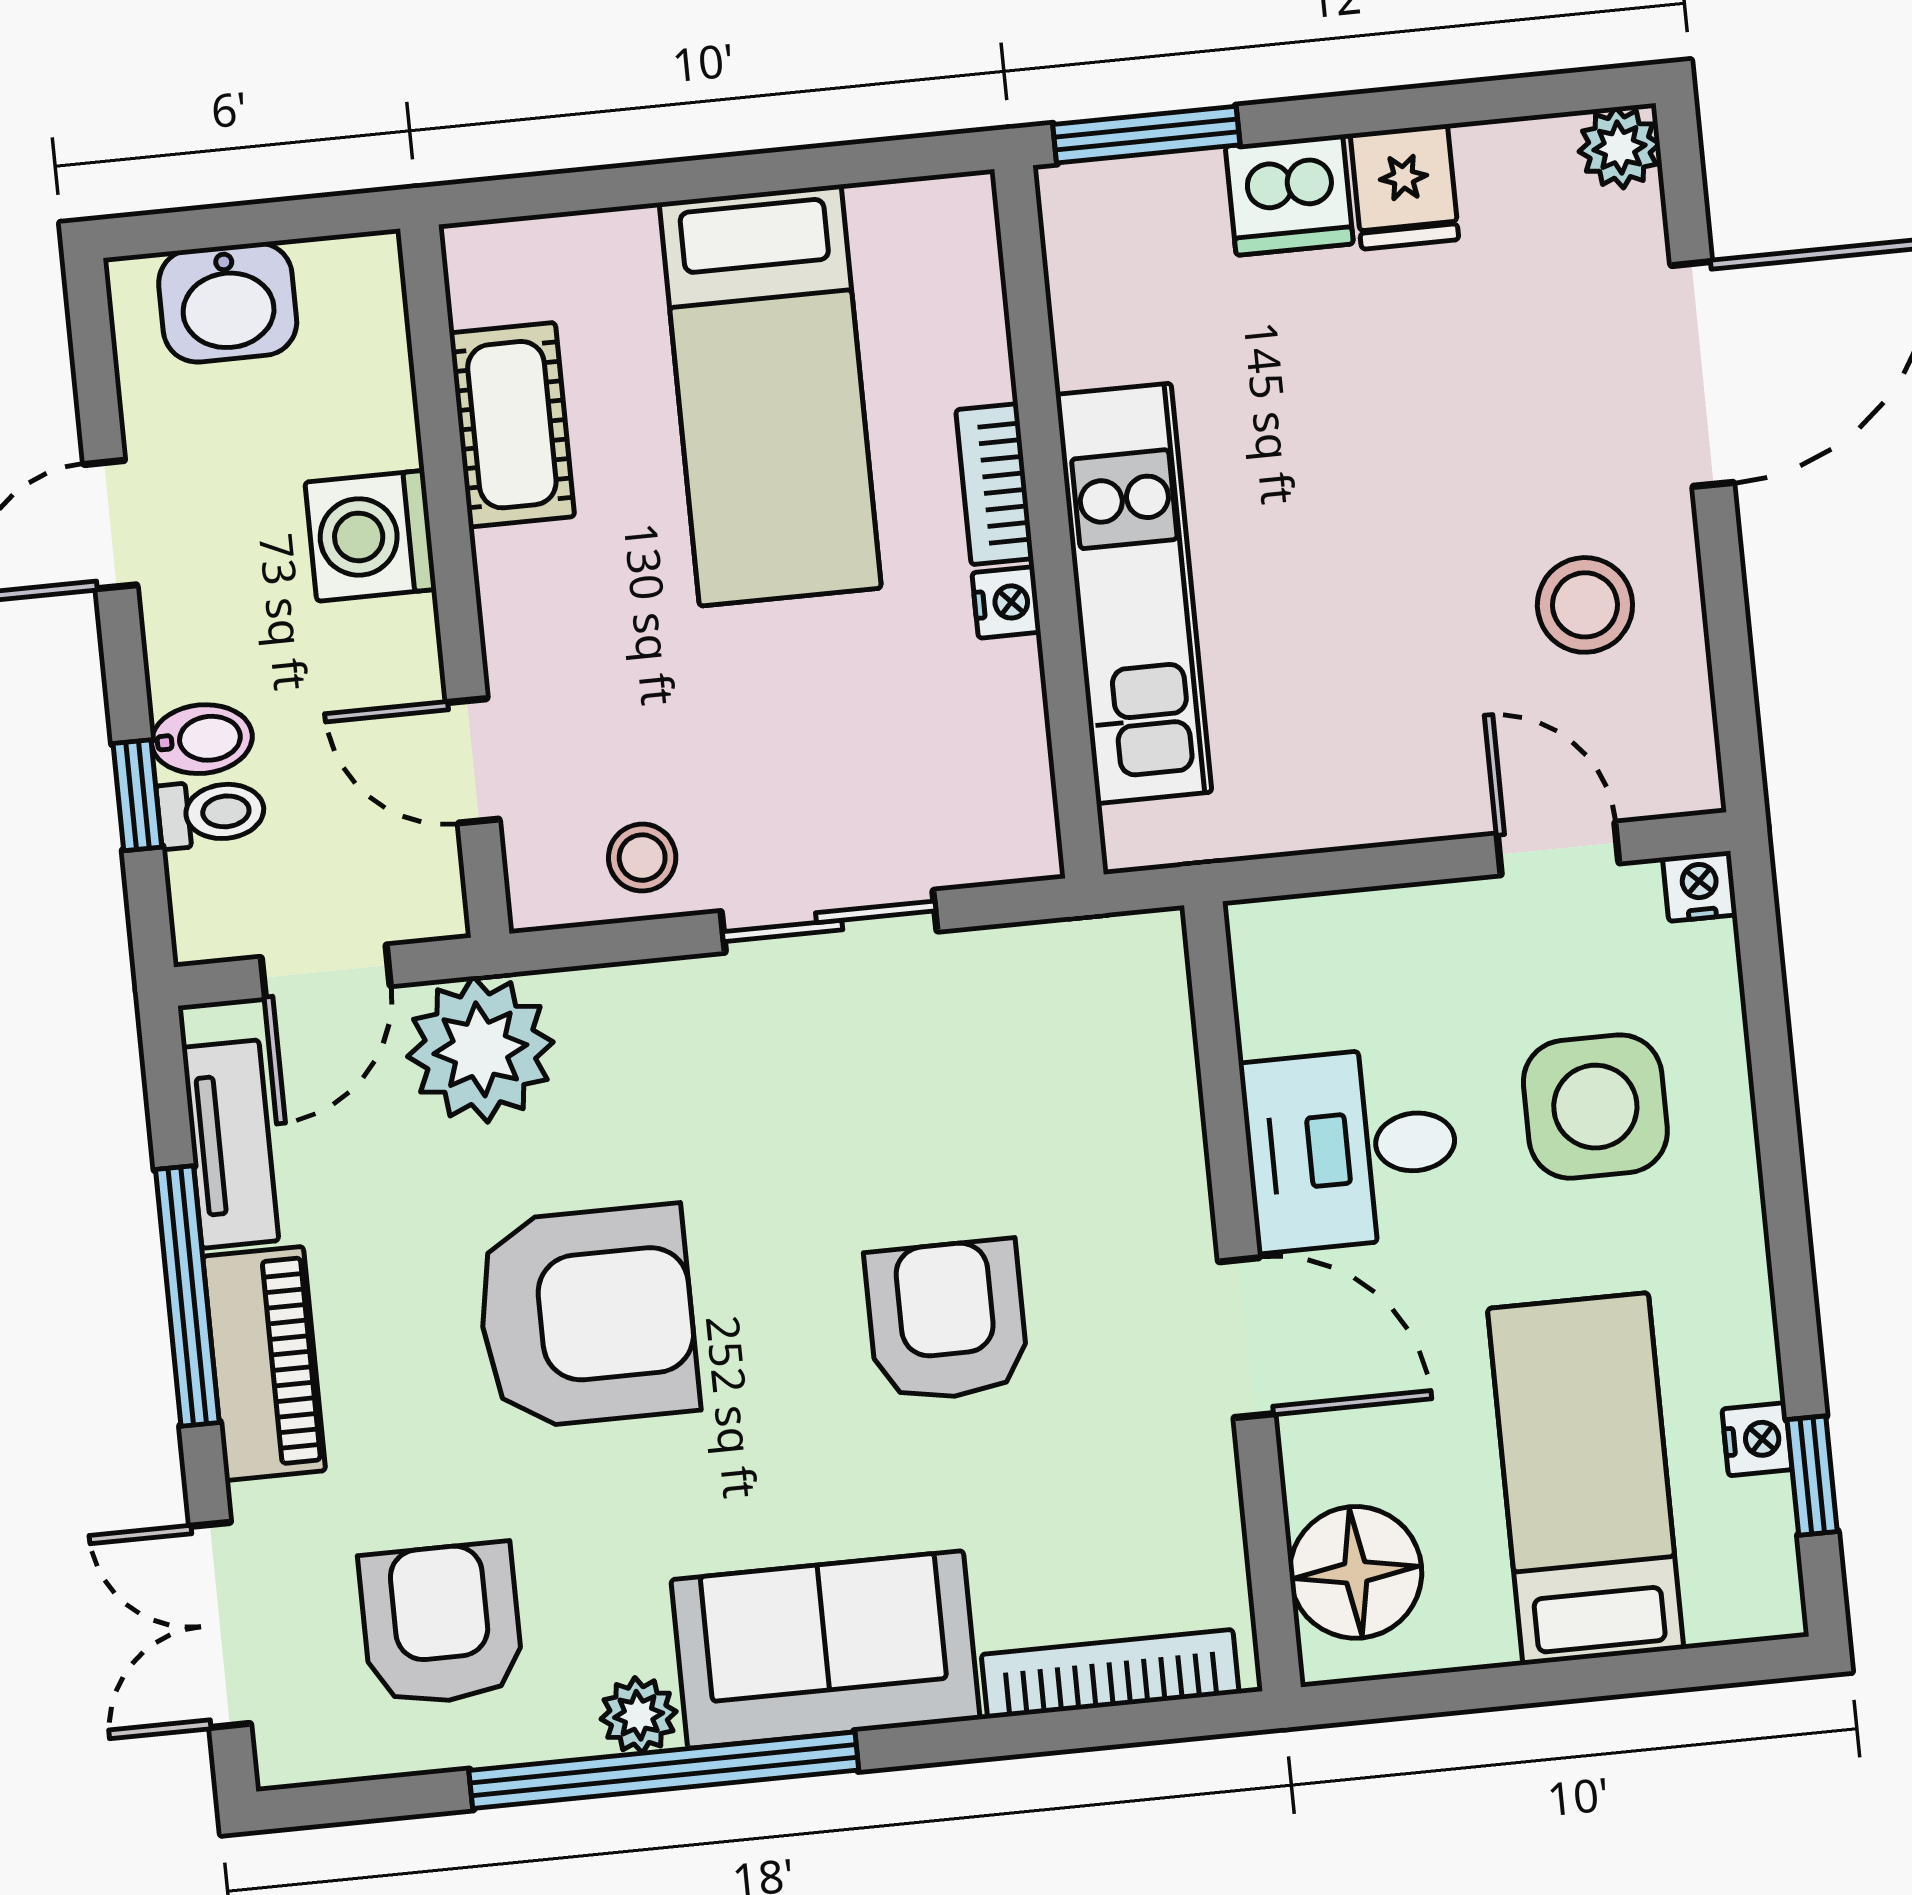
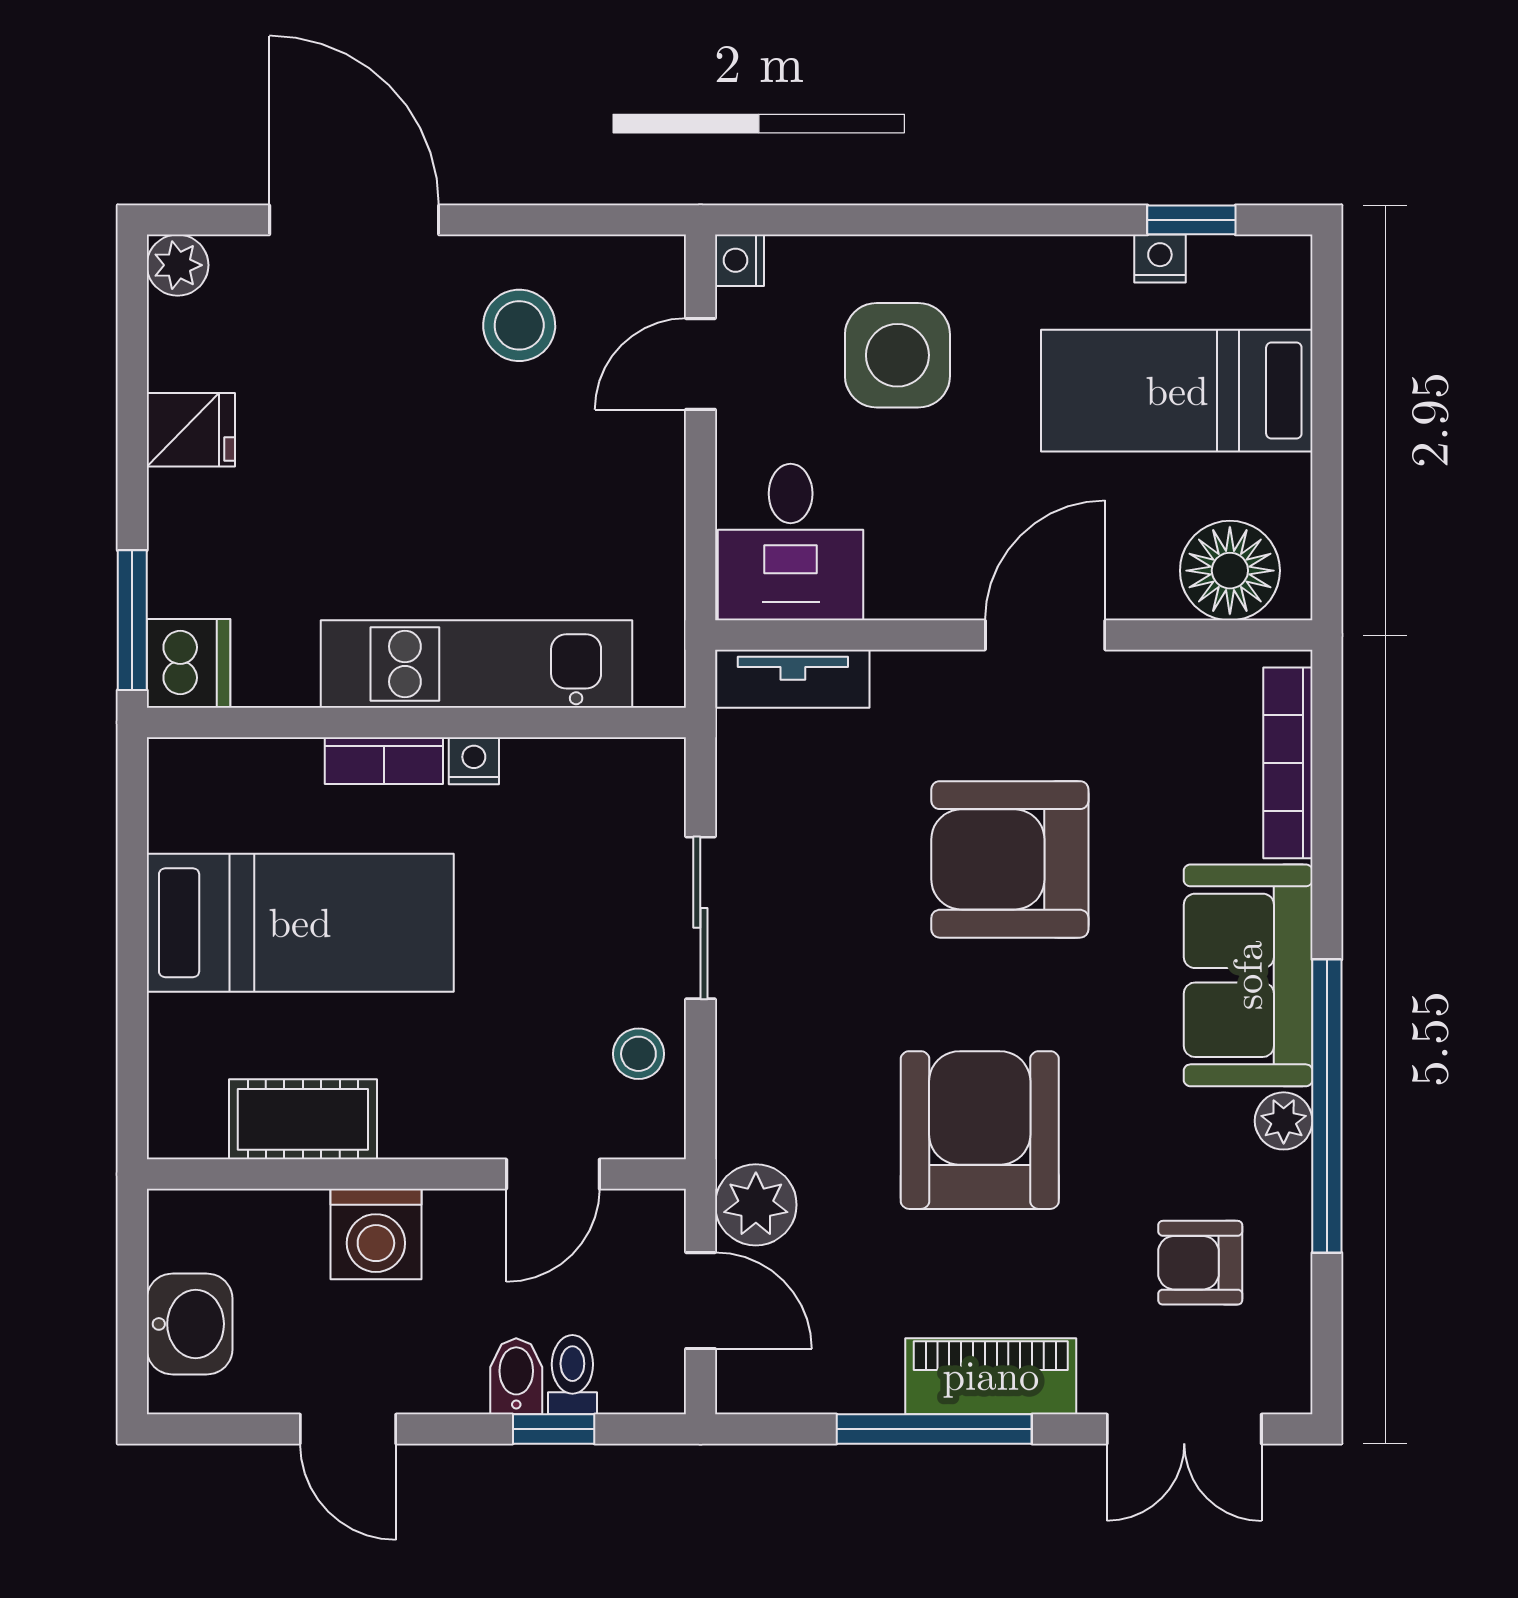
dishwasher: (1289, 195) -> (188, 663), moved
plant: (480, 1049) -> (756, 1205), width x0.73, depth x0.73
tv unit: (230, 1144) -> (793, 679), moved, turned 180
desk: (1351, 1148) -> (791, 542), moved
armchair: (947, 1321) -> (1010, 859), width x1.36, depth x1.36
armchair: (441, 1624) -> (1200, 1263), width x0.72, depth x0.72

